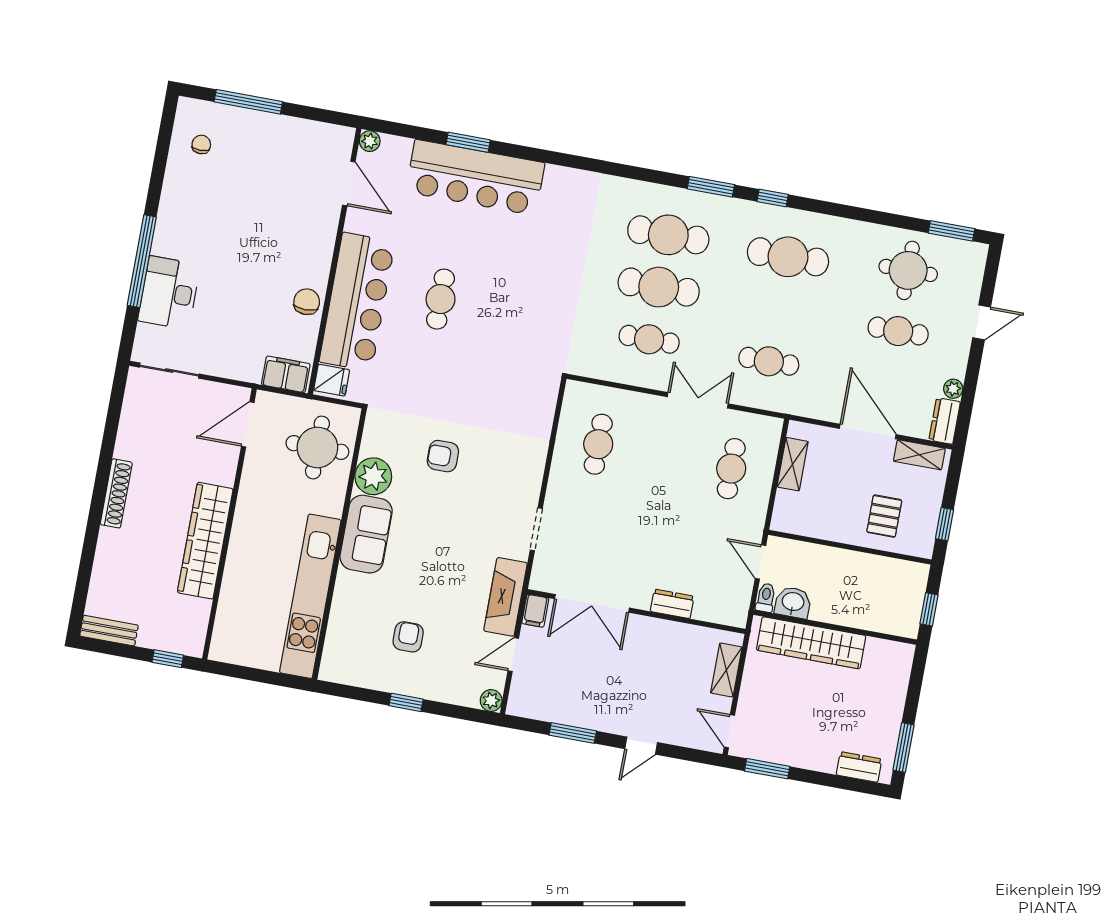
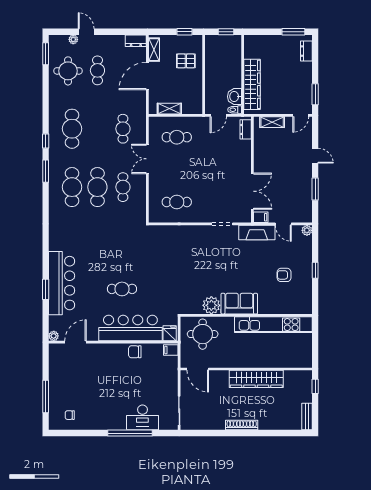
filing cabinet: (286, 374) -> (171, 350), width x0.50
plant: (953, 389) -> (73, 39), moved
armchair: (443, 456) -> (196, 274), removed
dresser: (672, 604) -> (246, 129), moved

